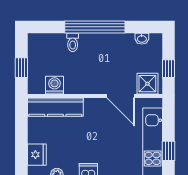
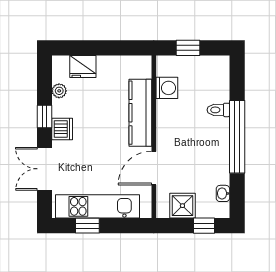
window: (168, 69) -> (204, 226), moved
shower: (147, 84) -> (182, 206), moved
kitchen counter: (55, 107) -> (140, 113), moved

